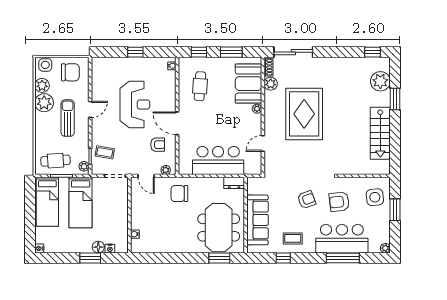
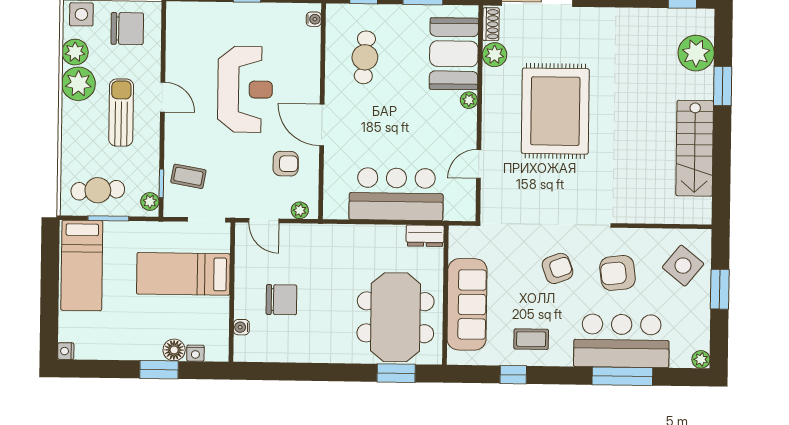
door: (90, 109) -> (163, 97), hinge flipped
chair: (179, 194) -> (281, 300), moved, turned 180
side table: (375, 197) -> (683, 266), turned 45
bed: (81, 202) -> (183, 274), moved, turned 90

